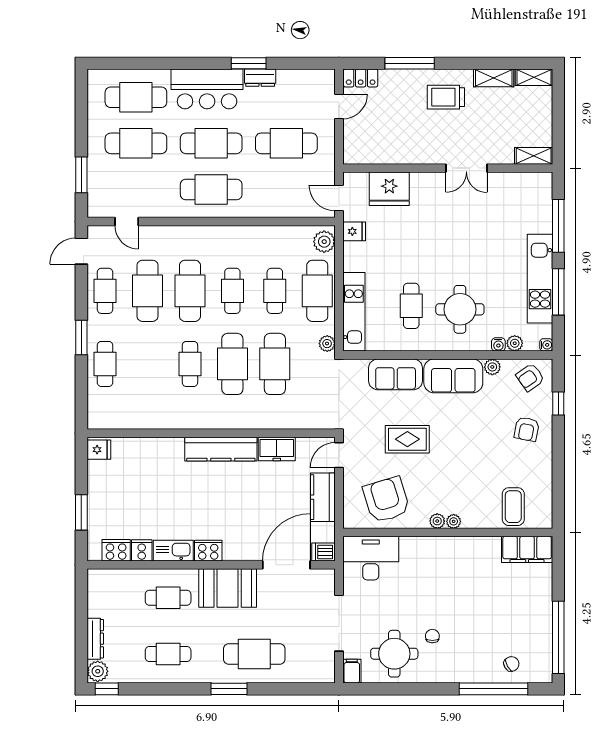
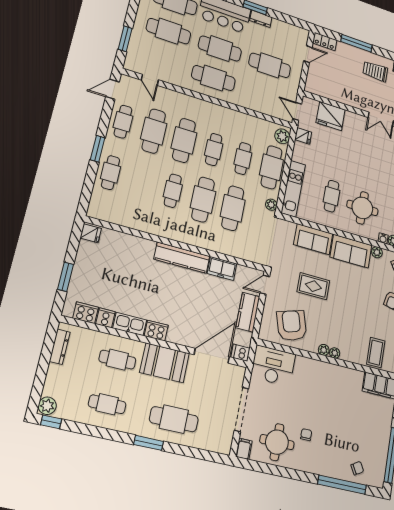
dresser: (95, 639) -> (60, 347), moved

